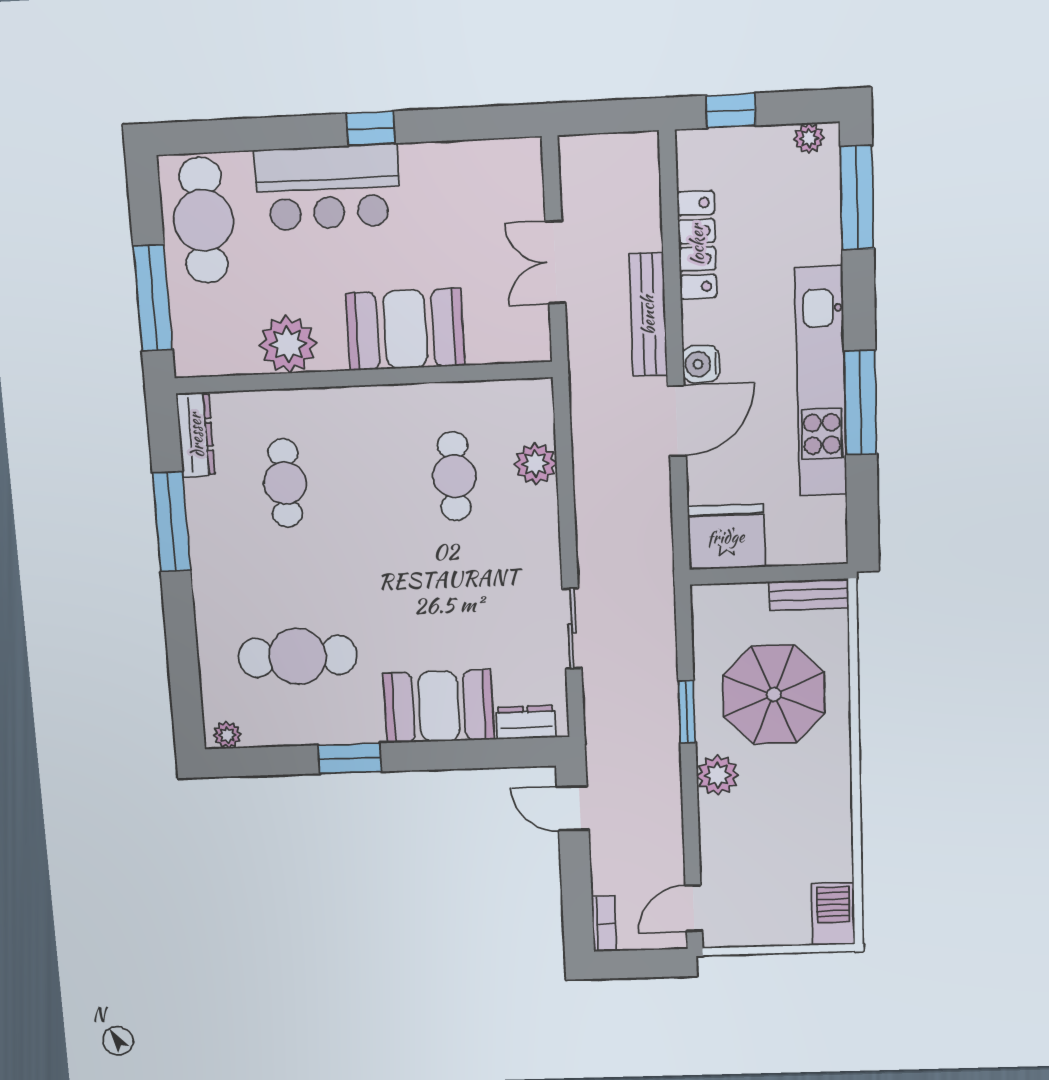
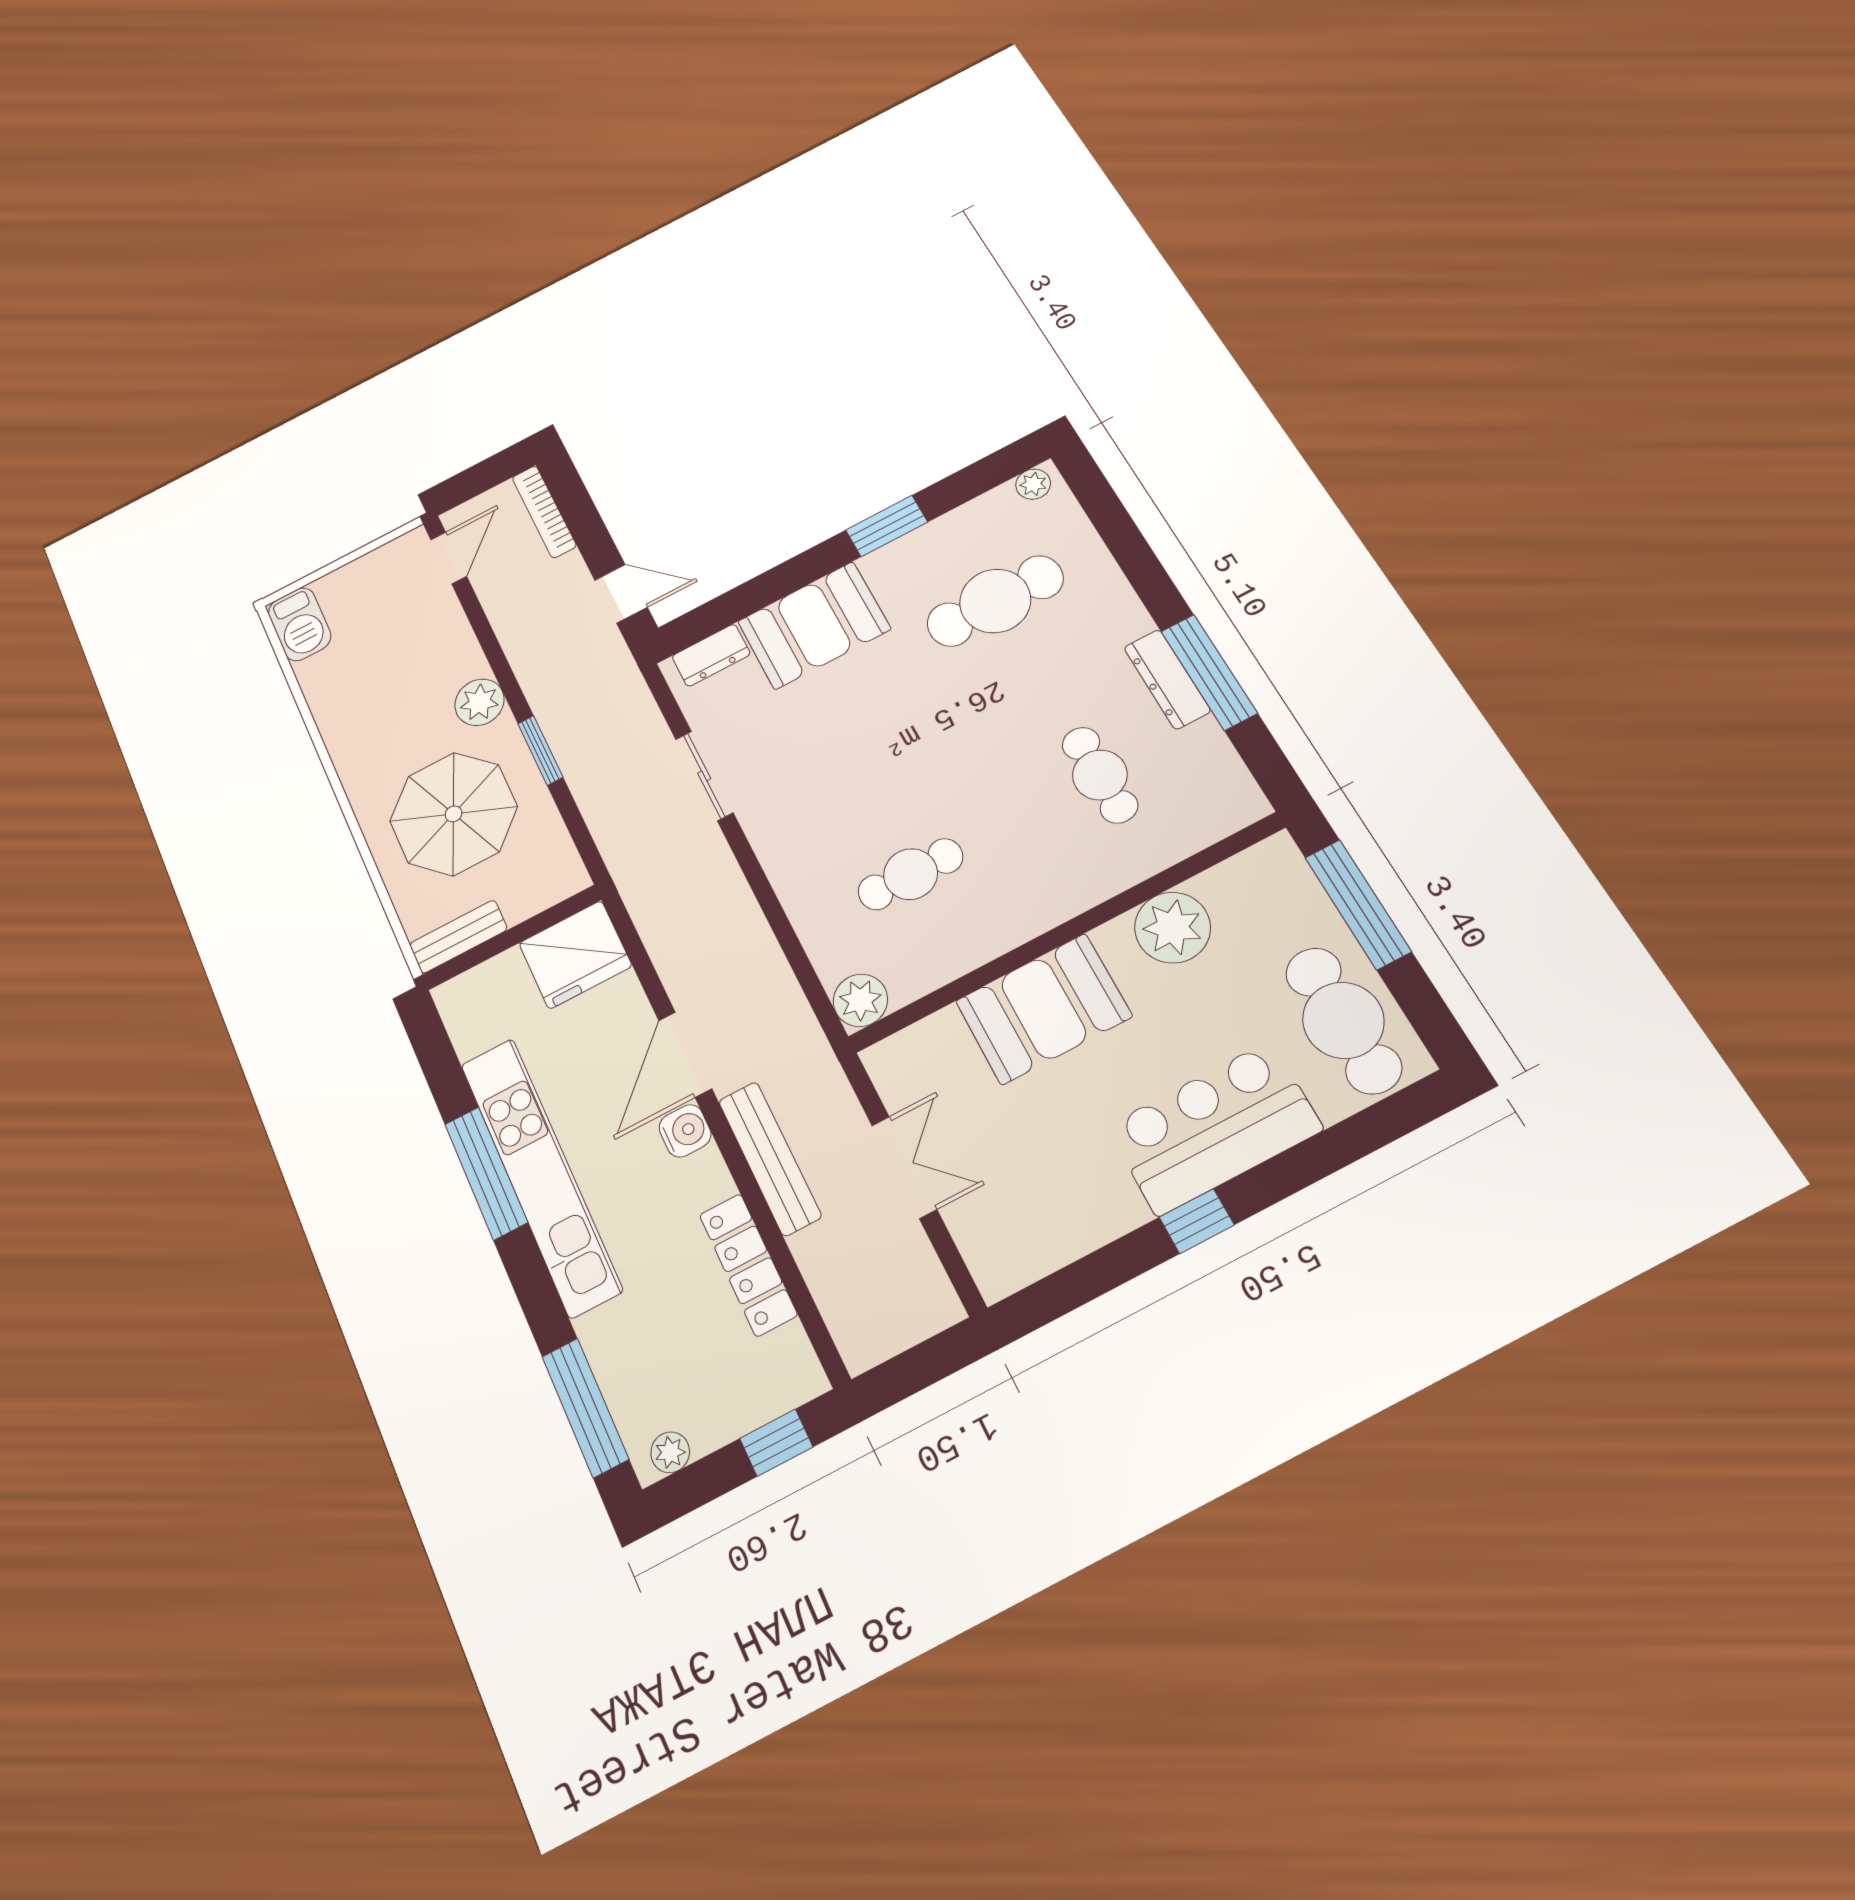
dresser: (196, 435) -> (1167, 679), moved
plant: (535, 464) -> (860, 1000), moved
cafe table: (454, 476) -> (911, 874), turned 90
bookcase: (604, 924) -> (544, 512), width x1.56

